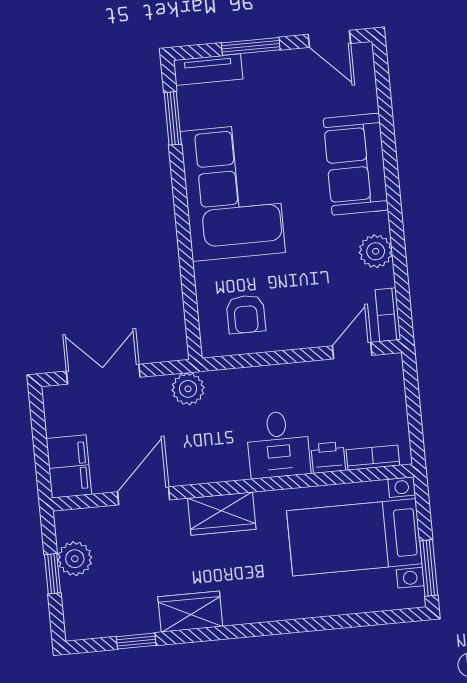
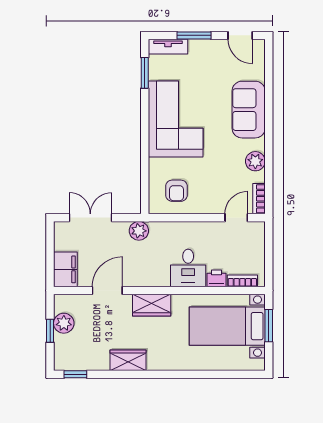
window: (429, 568) -> (269, 326), moved
window: (136, 641) -> (75, 374), moved

